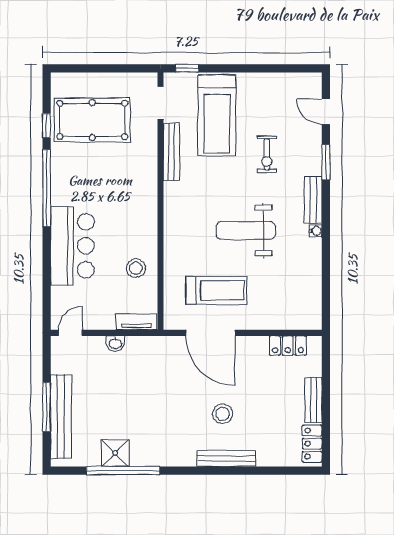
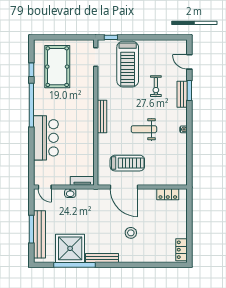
pool table: (92, 120) -> (57, 67), turned 90
bench: (172, 152) -> (102, 116), moved
bench: (313, 200) -> (182, 94), moved
weight bench: (246, 231) -> (144, 129), width x0.73, depth x0.75
stool: (136, 268) -> (82, 150), removed
door: (70, 333) -> (45, 187), swing flipped
bench: (313, 400) -> (182, 225), removed
shower: (115, 453) -> (70, 248), width x1.86, depth x1.86
bench: (227, 458) -> (102, 258), moved

